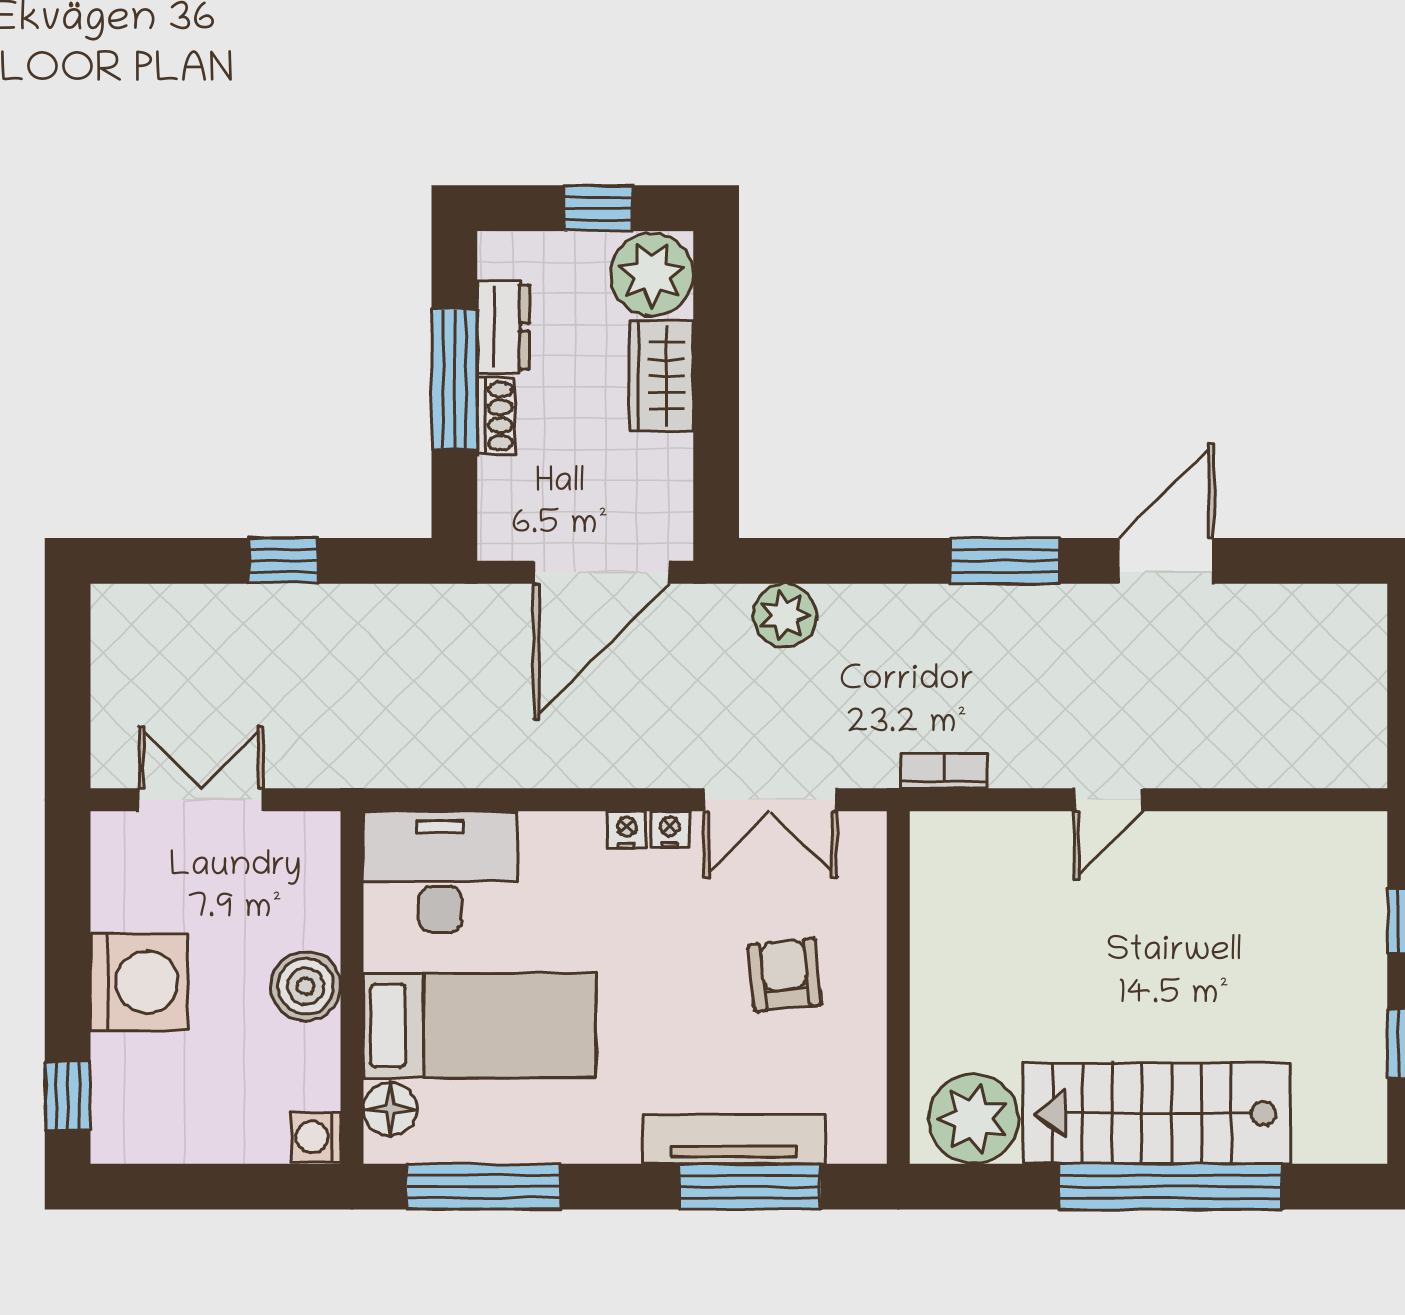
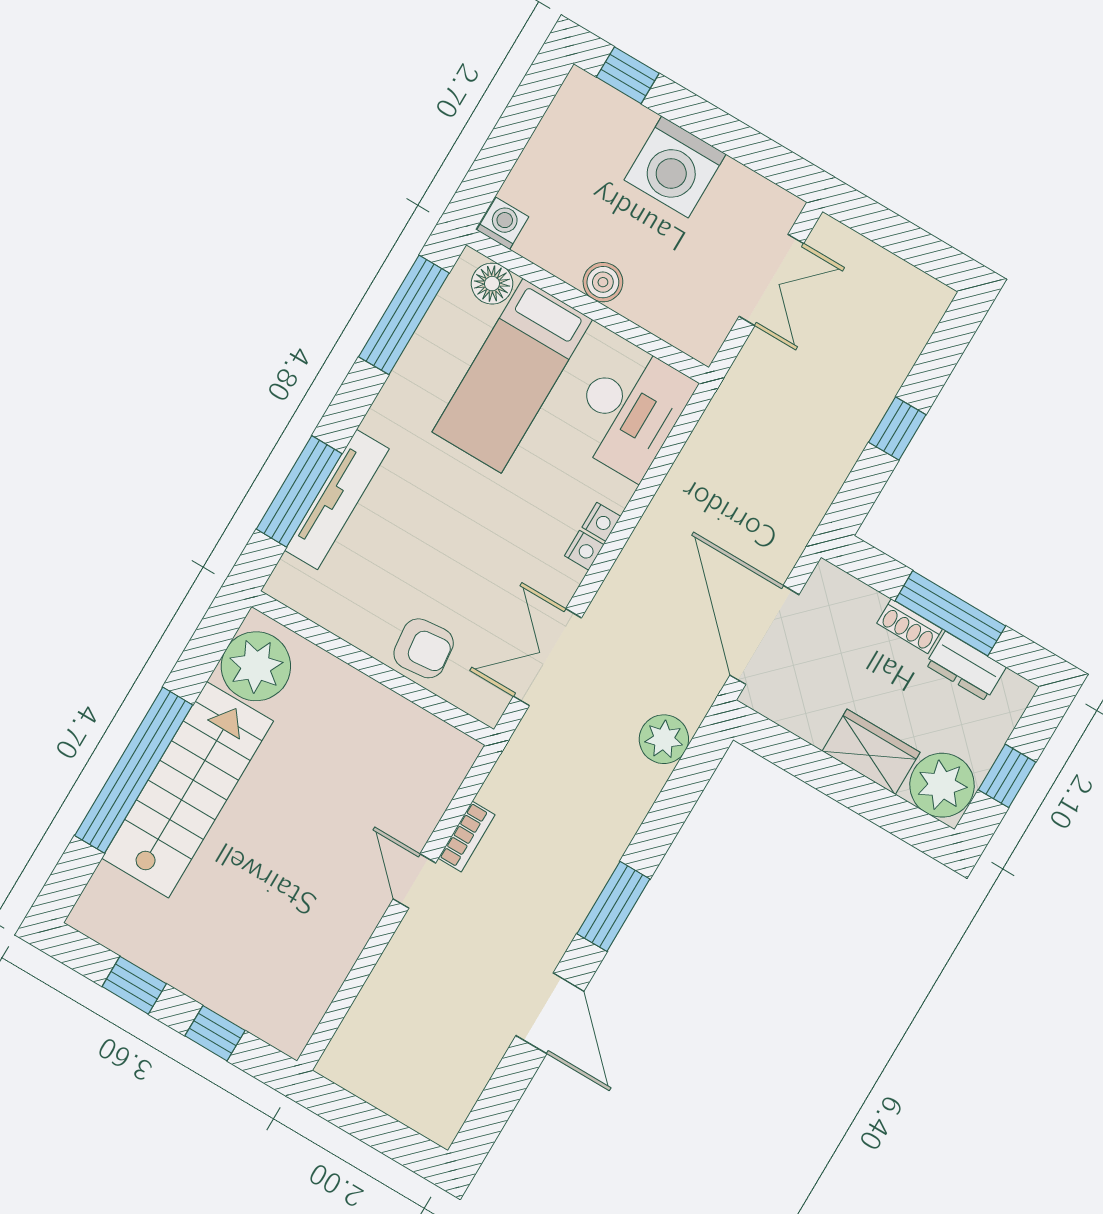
bookcase: (944, 771) -> (467, 837), moved
nightstand: (670, 829) -> (601, 522), moved
armchair: (785, 975) -> (424, 648), moved
boiler: (306, 986) -> (603, 282), width x0.73, depth x0.73

